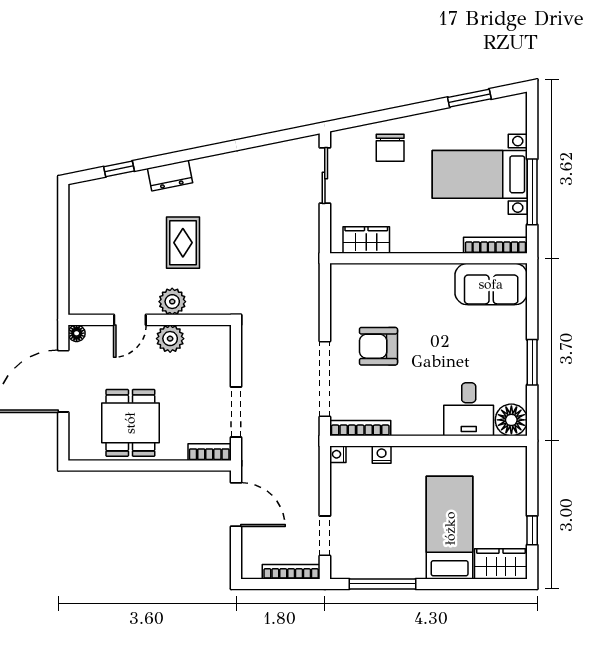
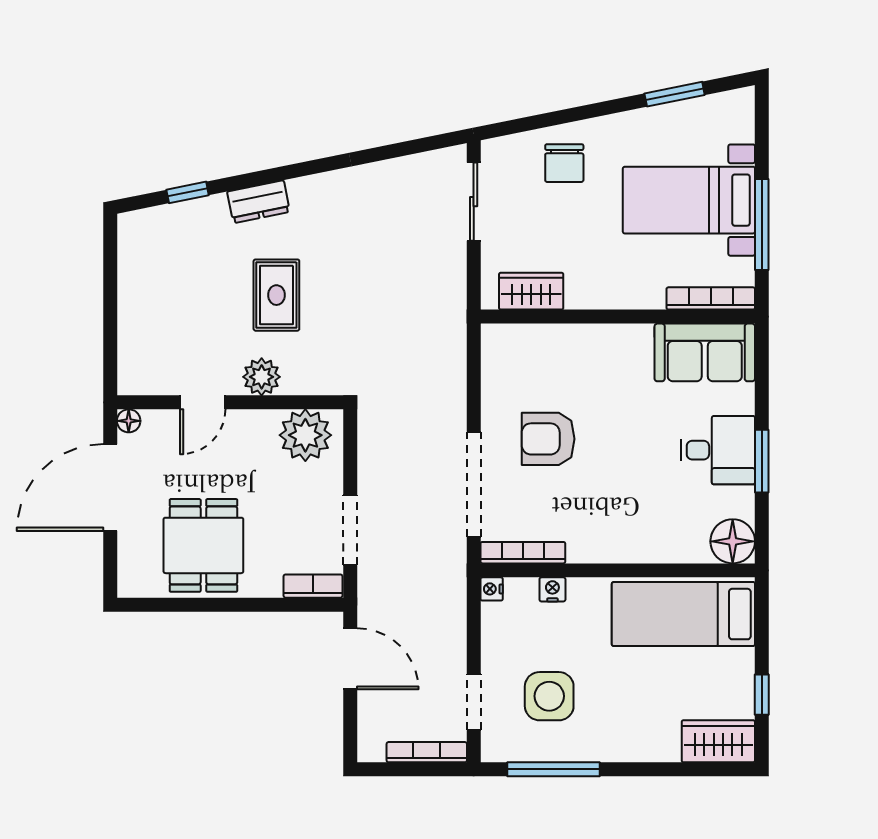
plant: (170, 339) -> (305, 435), moved, width x1.36, depth x1.36
desk: (469, 409) -> (718, 450), moved, turned -90
bed: (450, 528) -> (683, 614), moved, turned -90
side table: (379, 531) -> (549, 696), added

